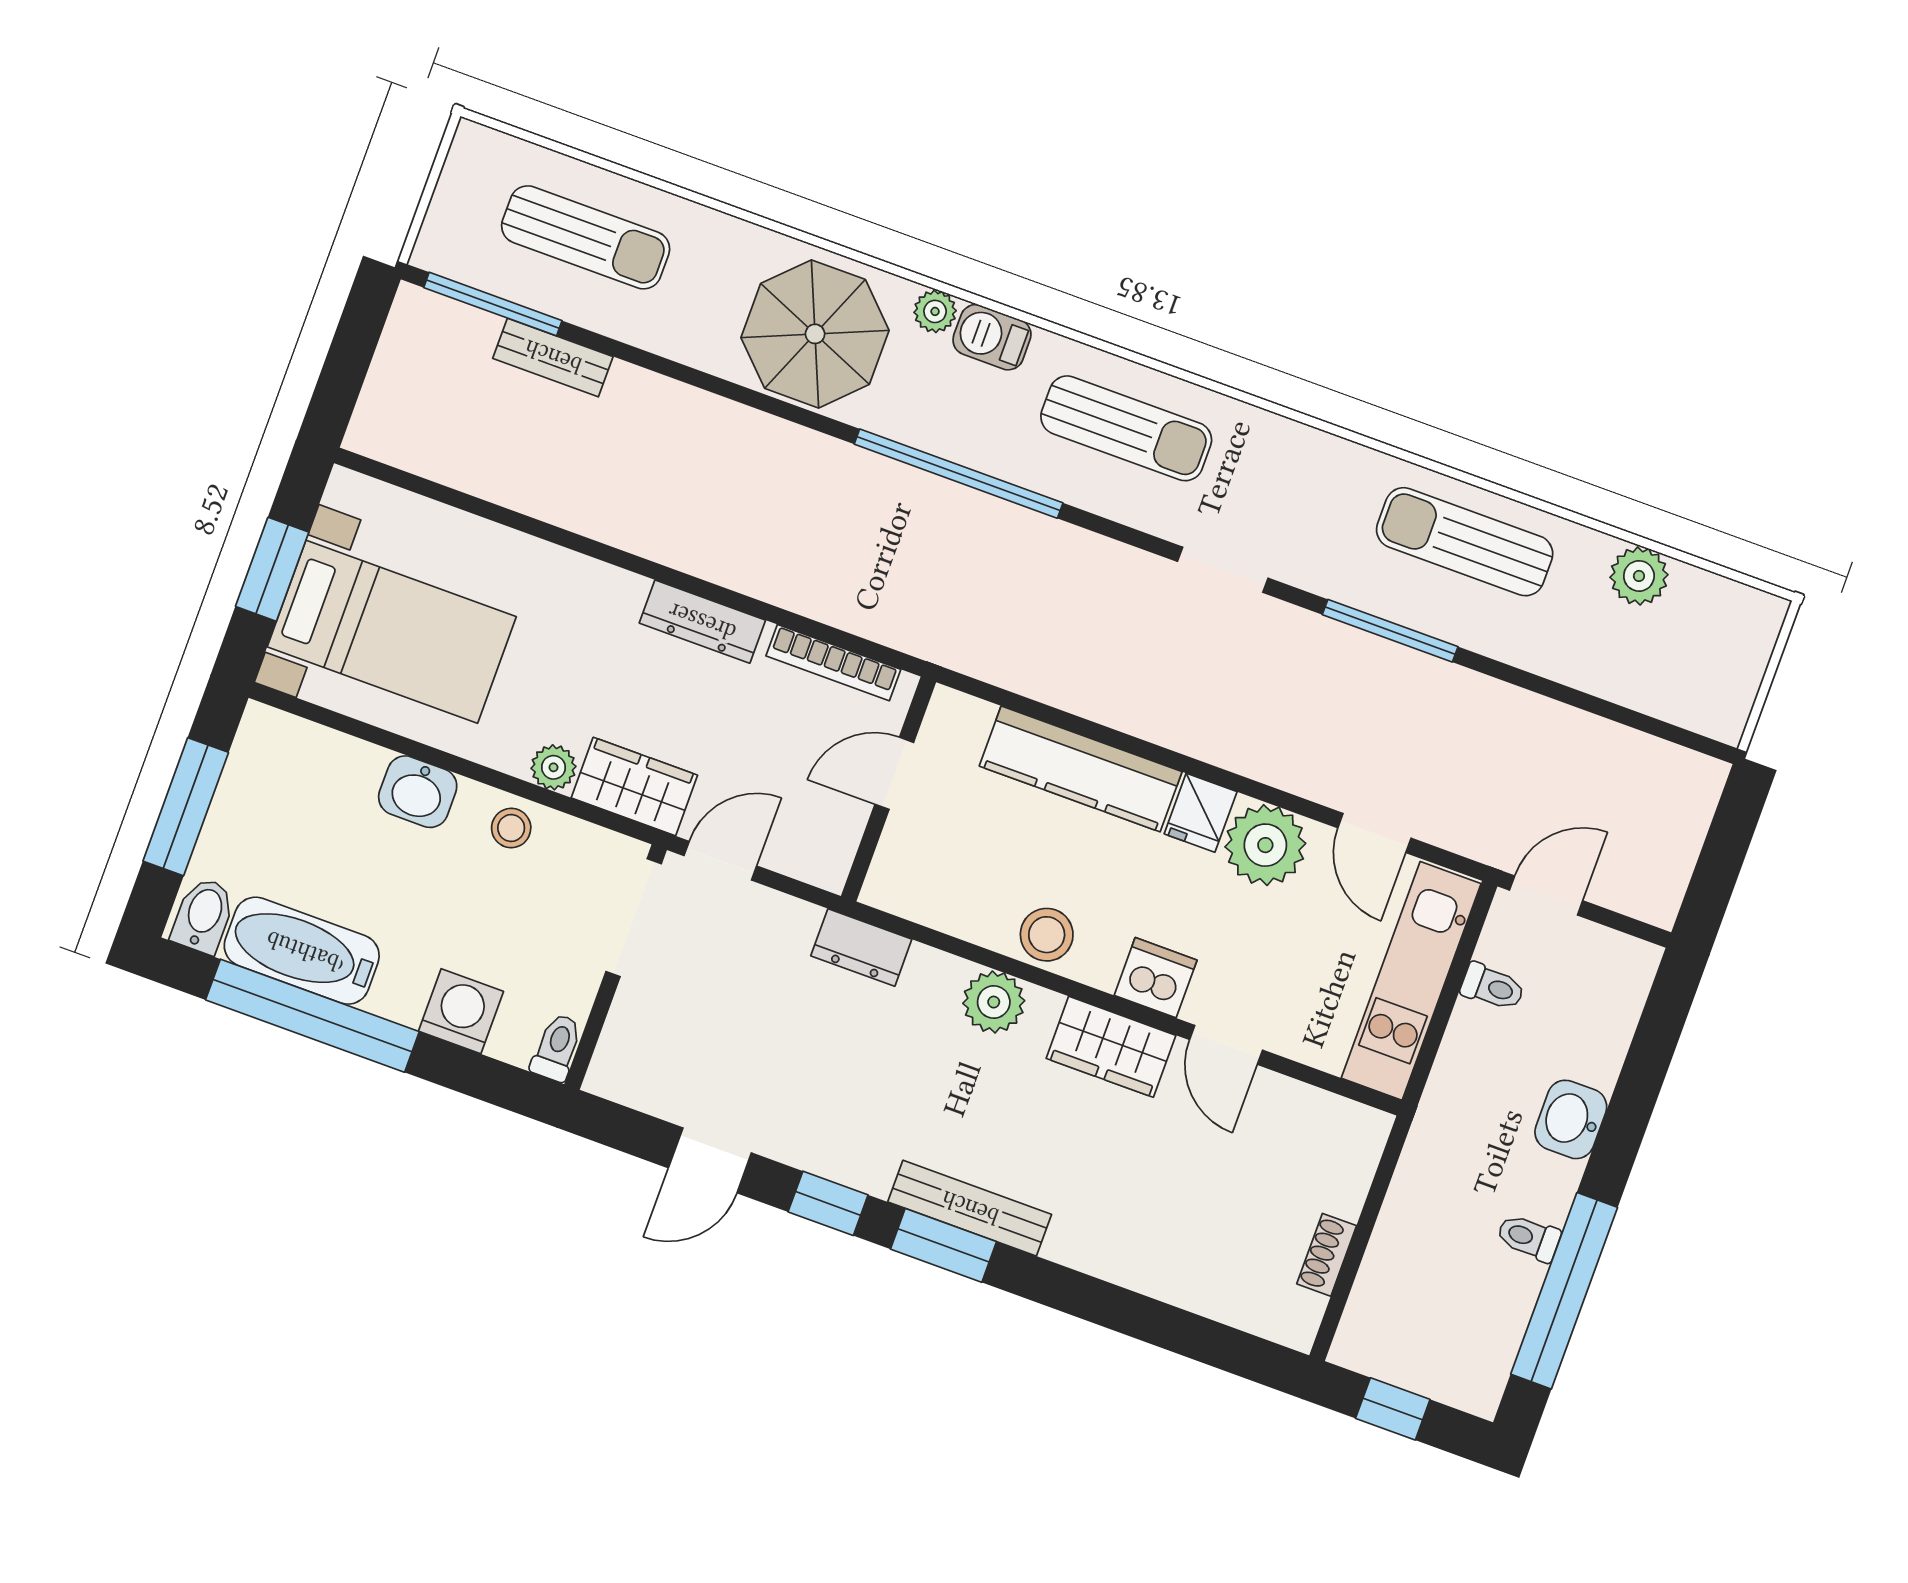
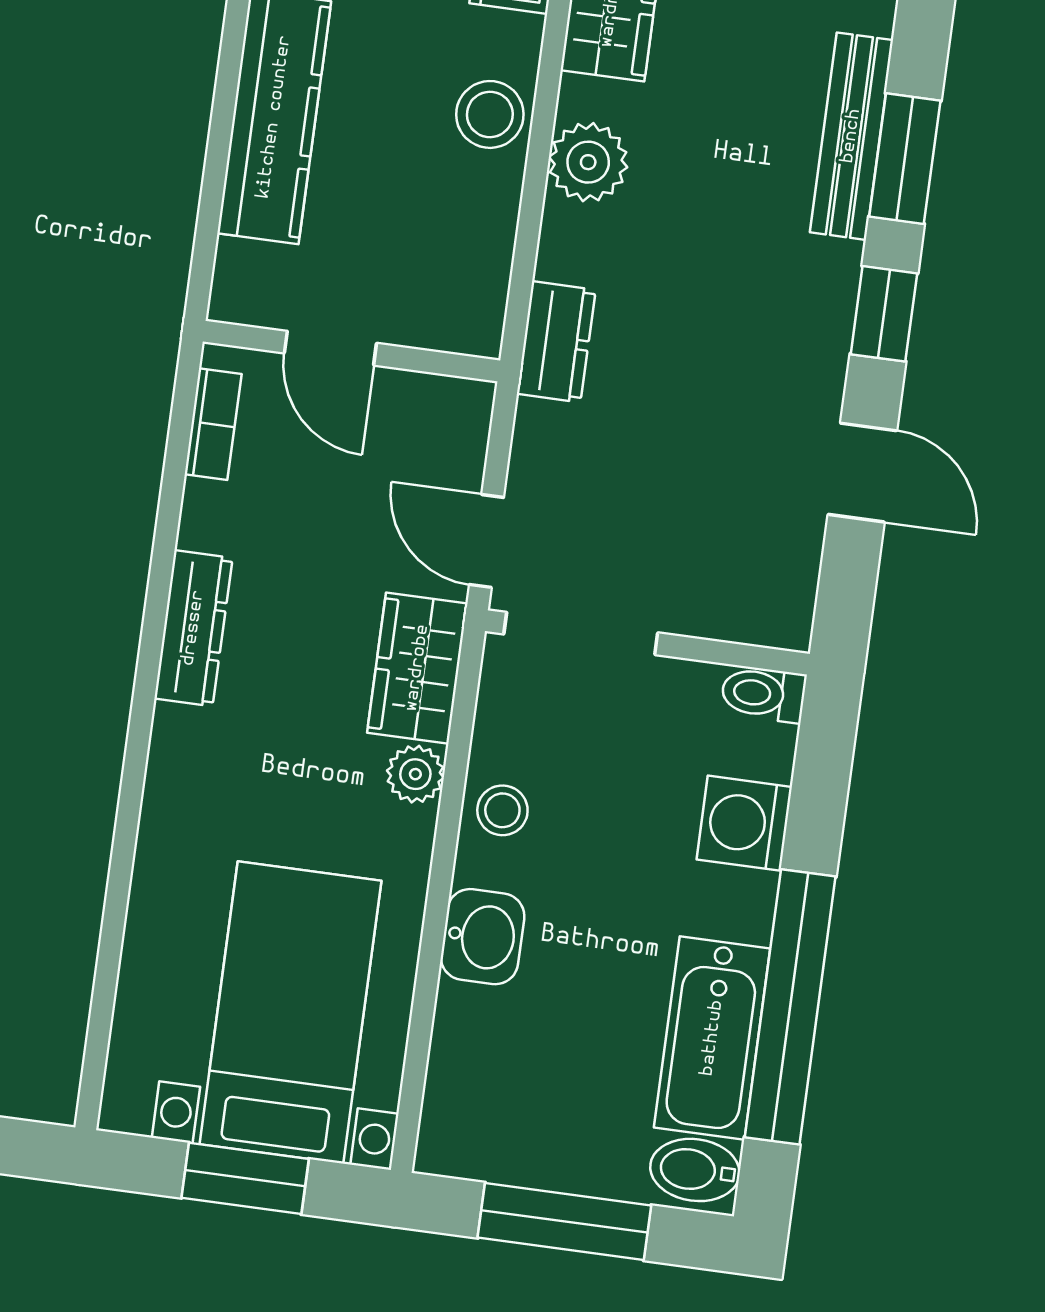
bookcase: (833, 663) -> (213, 424), width x0.64

